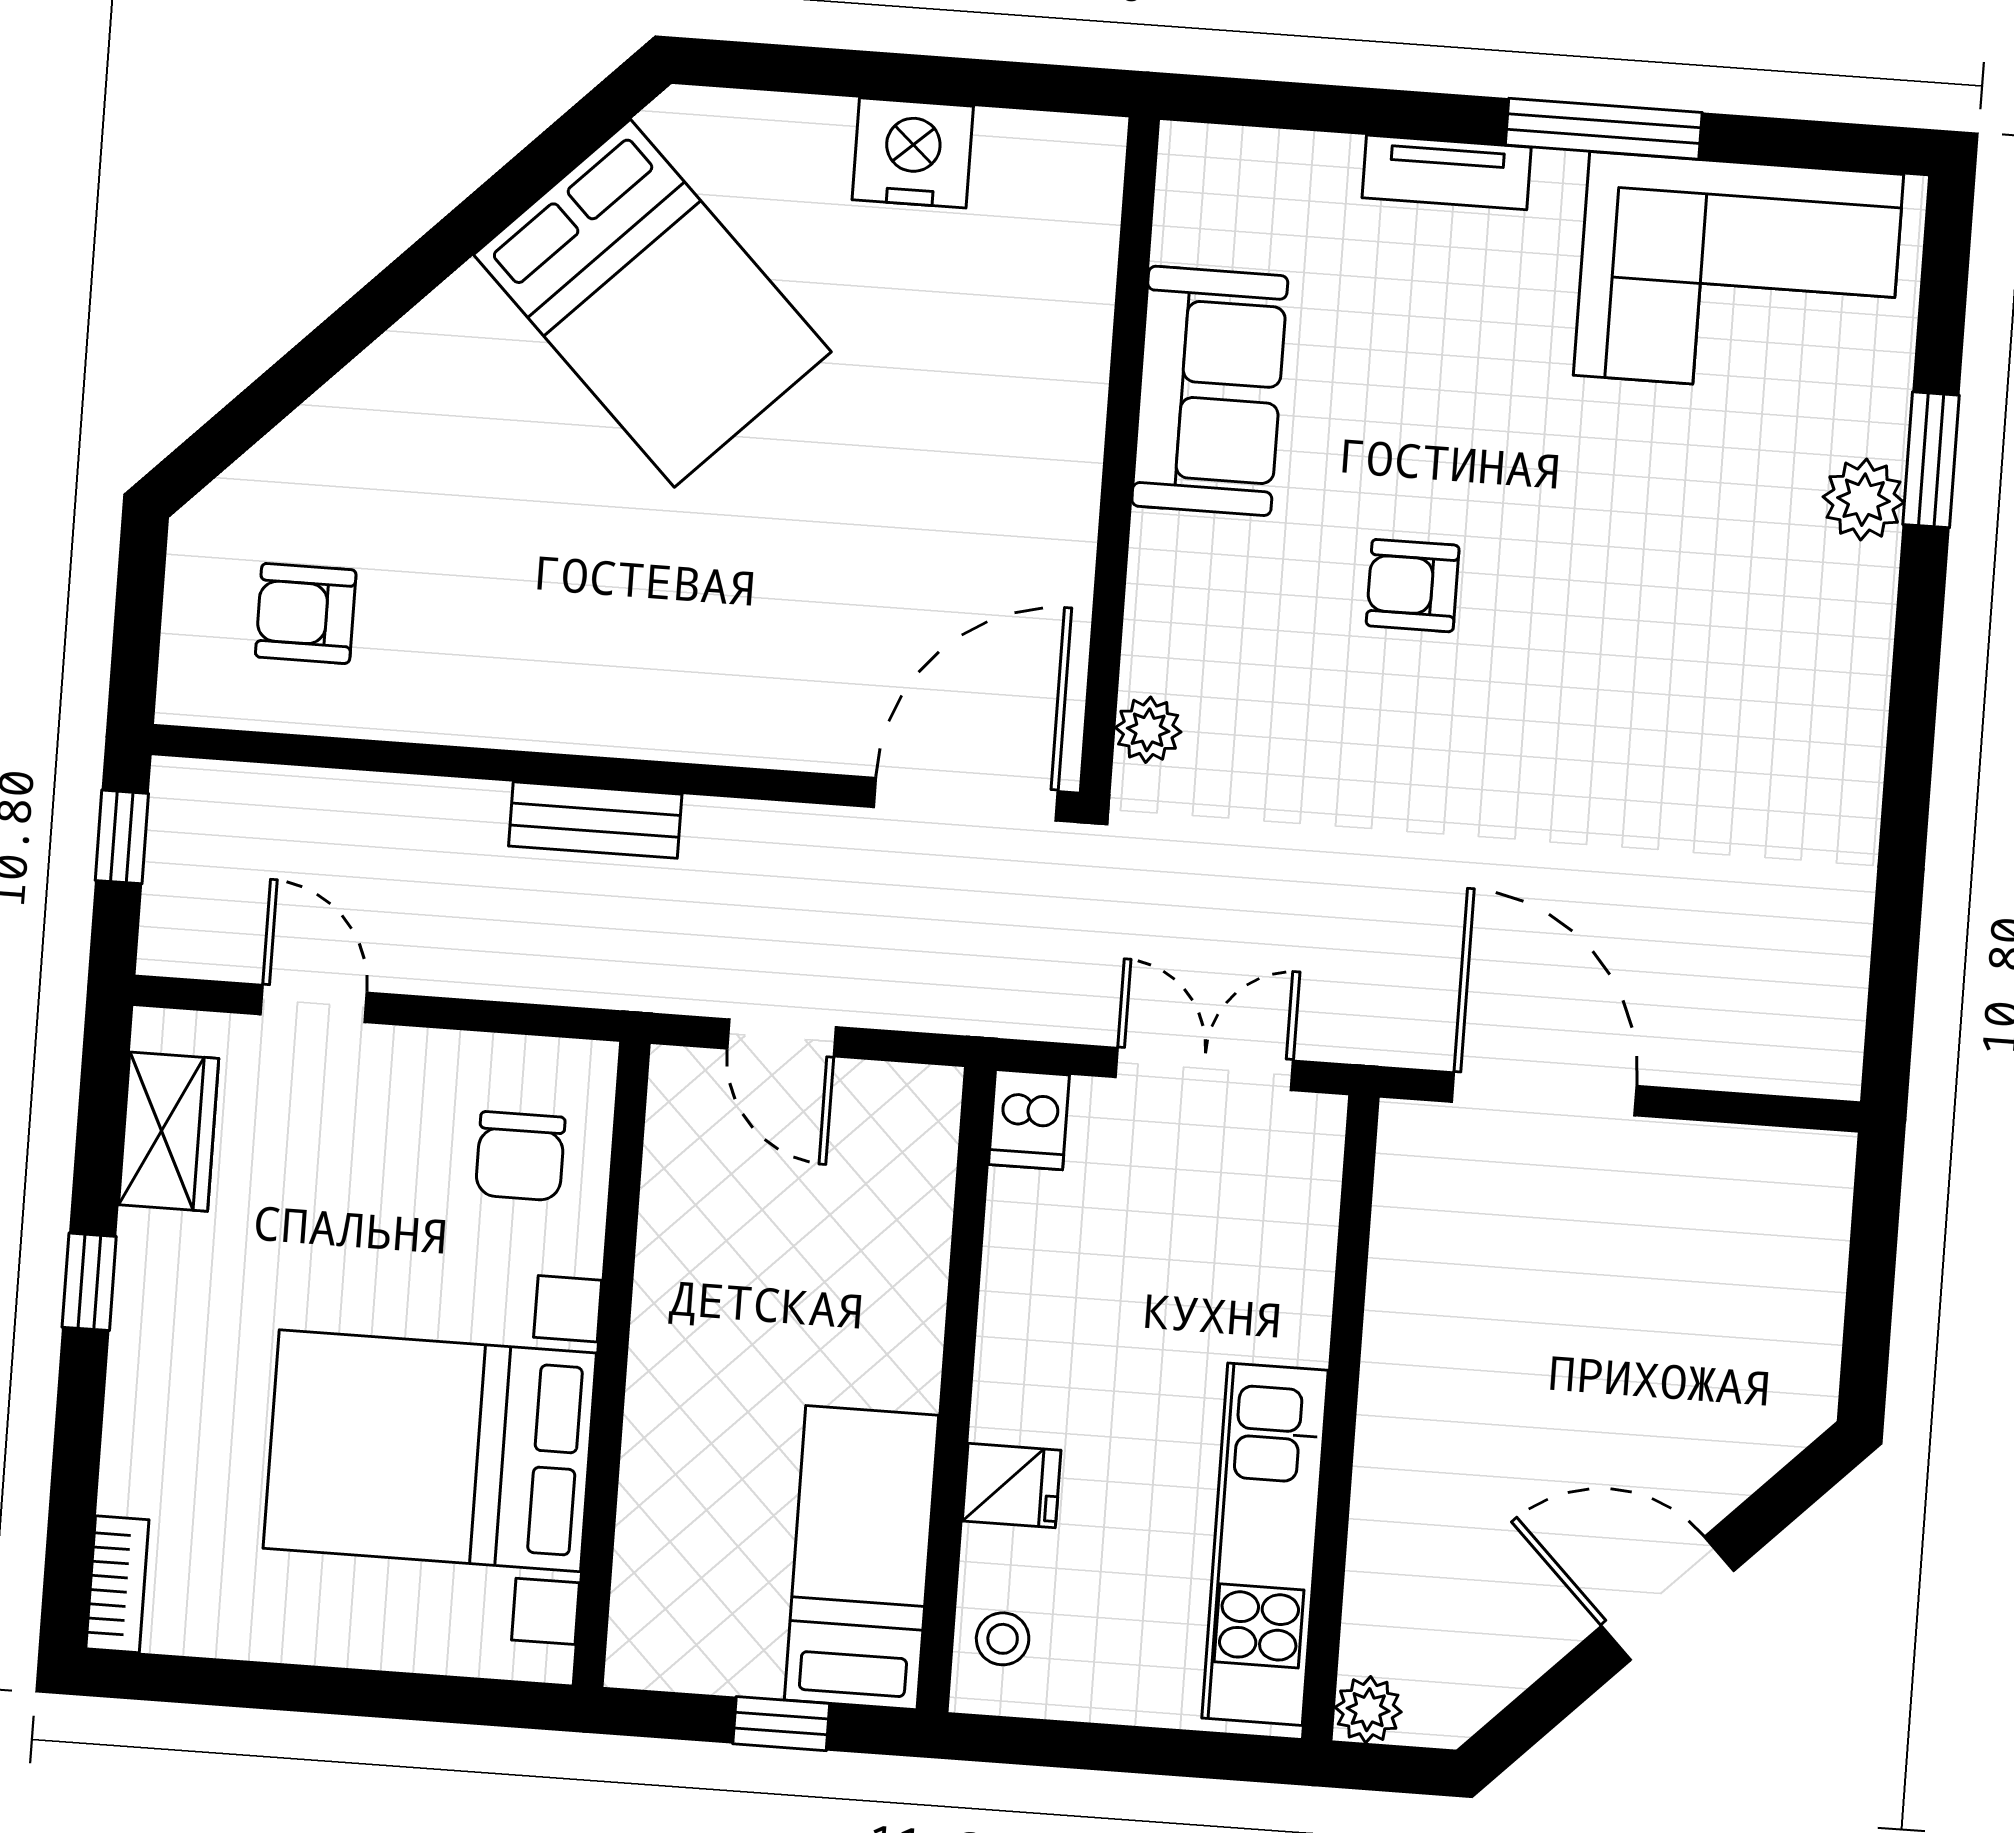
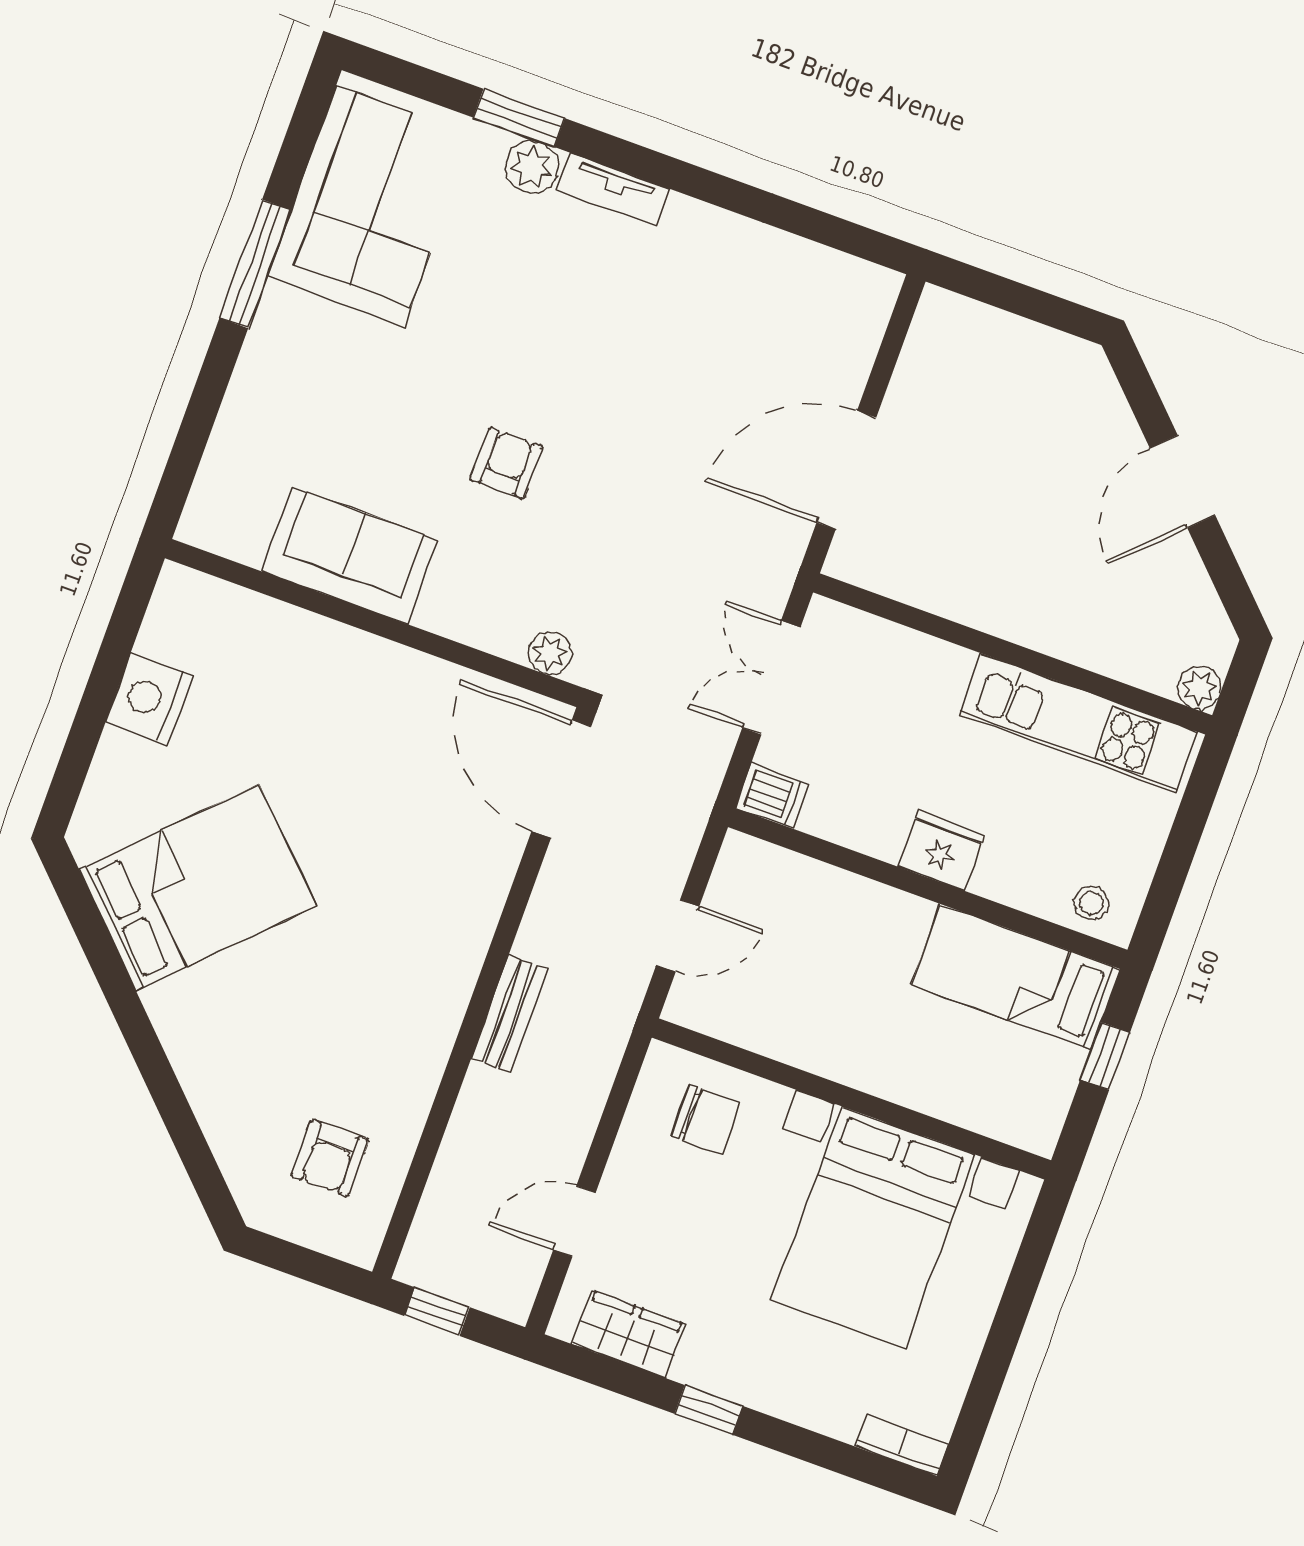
tv unit: (1447, 172) -> (613, 190), moved, turned 90
armchair: (1413, 586) -> (506, 463), turned 180
fridge: (1012, 1486) -> (941, 850), moved, width x1.38

